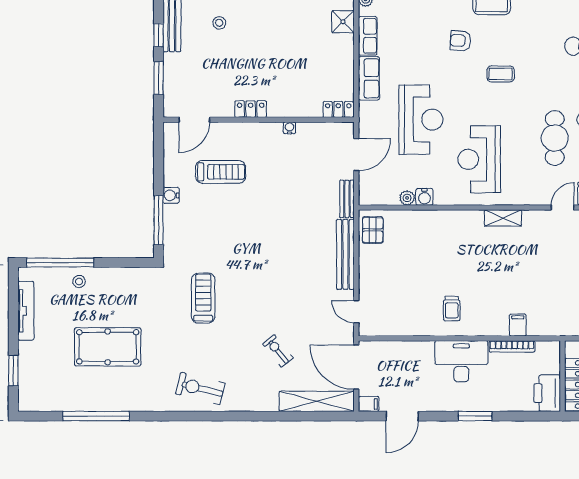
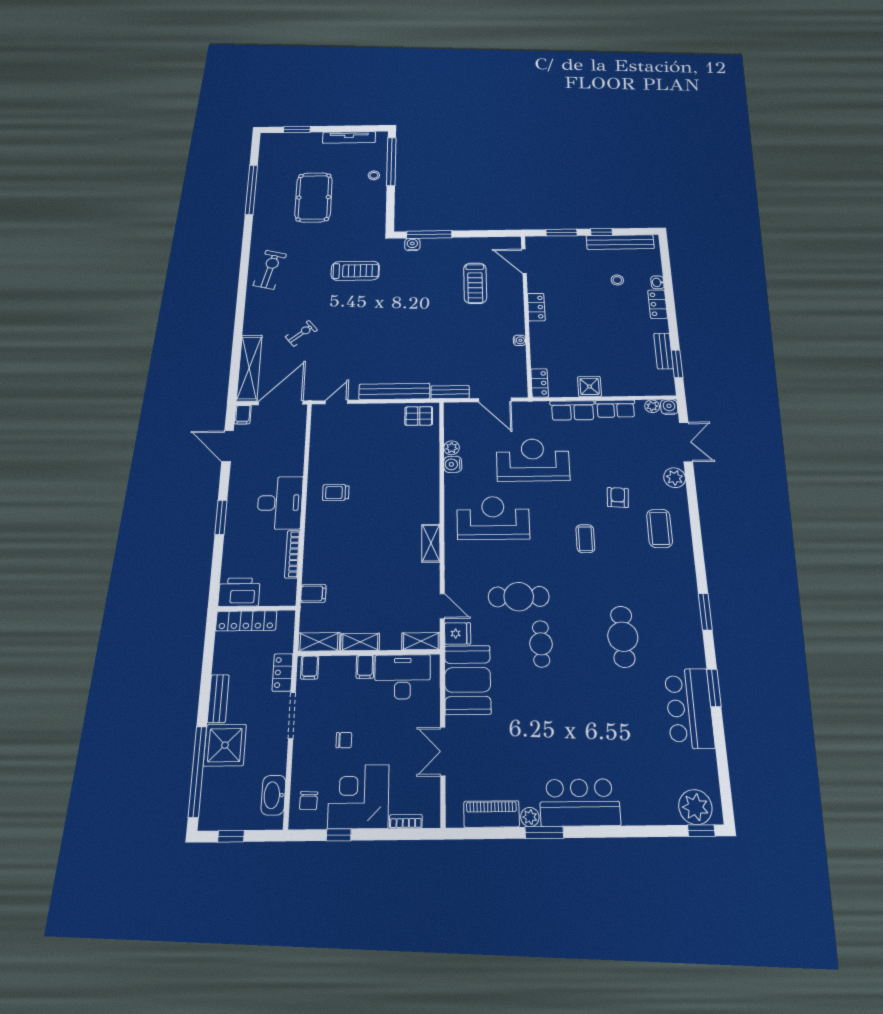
shower: (343, 22) -> (590, 387), moved
reception desk: (421, 120) -> (533, 460), turned 180
water cooler: (171, 195) -> (412, 244), moved
filing cabinet: (518, 325) -> (313, 593), moved

